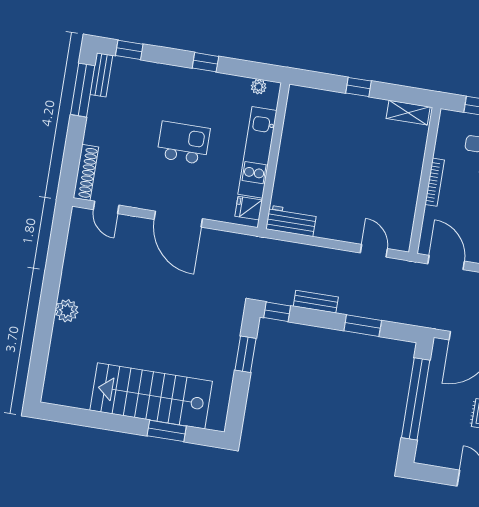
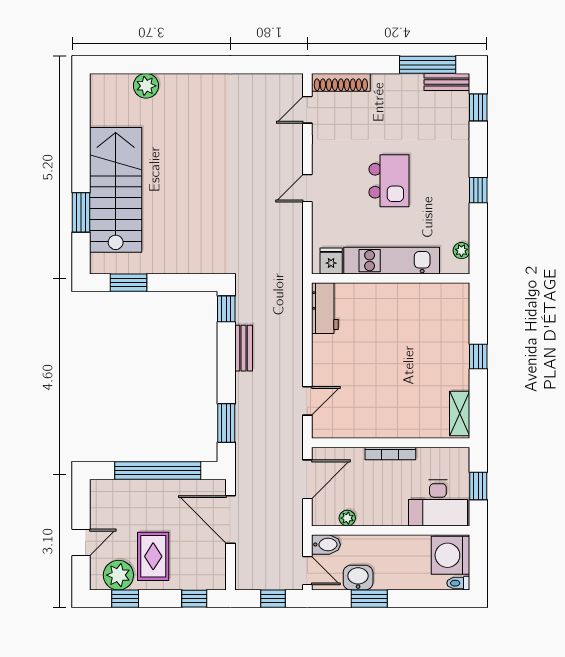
door: (178, 219) -> (307, 188), width x0.53
plant: (67, 311) -> (146, 86), moved
window: (363, 326) -> (226, 423), moved
window: (245, 354) -> (129, 283), moved

